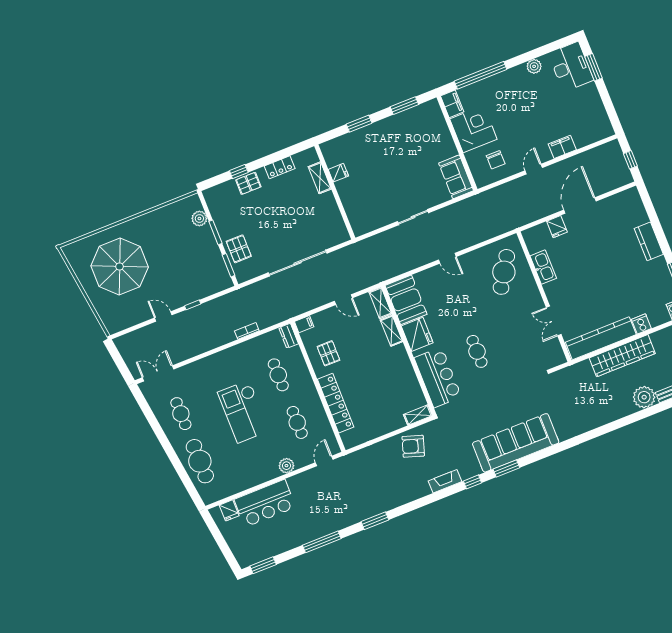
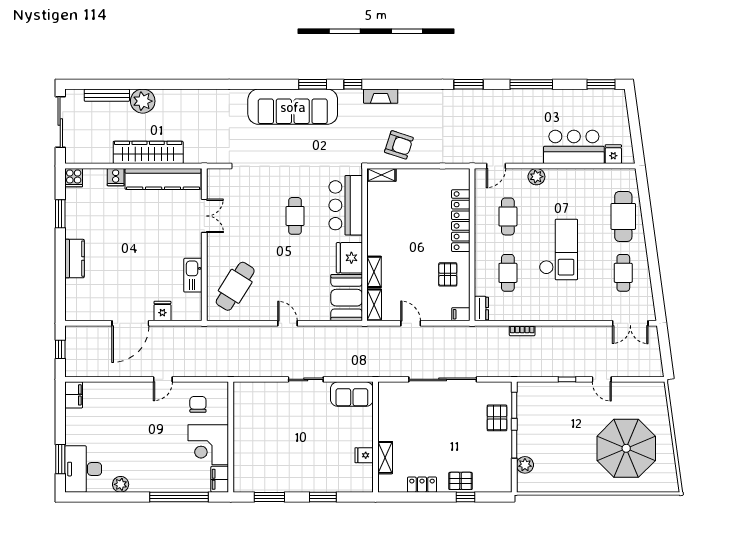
filing cabinet: (562, 147) -> (74, 395), moved, turned -90
sofa: (456, 177) -> (352, 394), moved, turned 90

